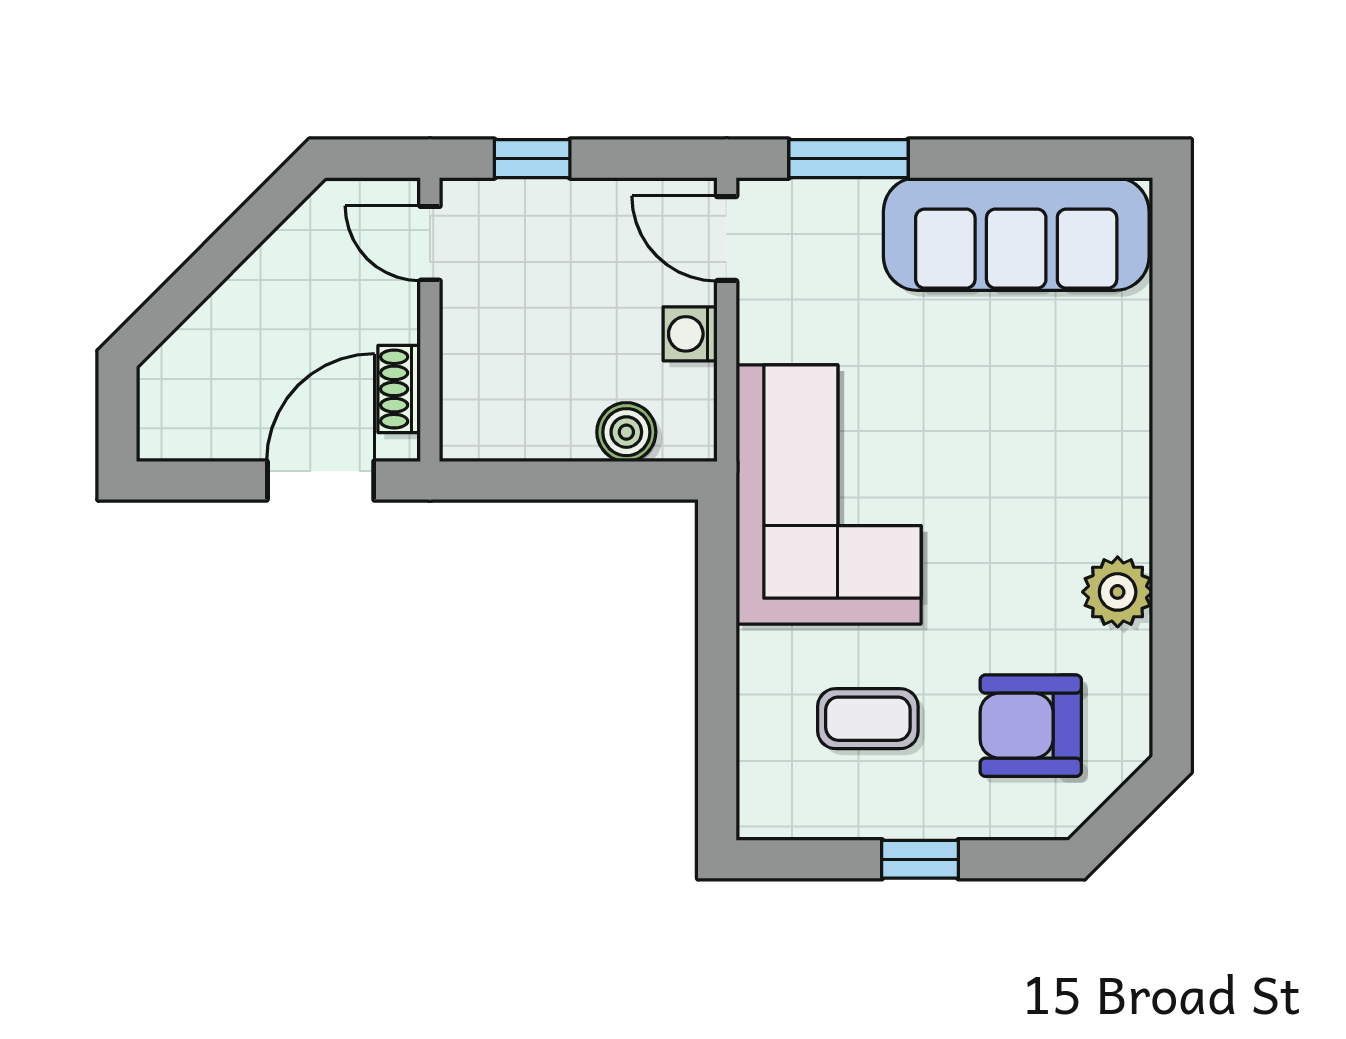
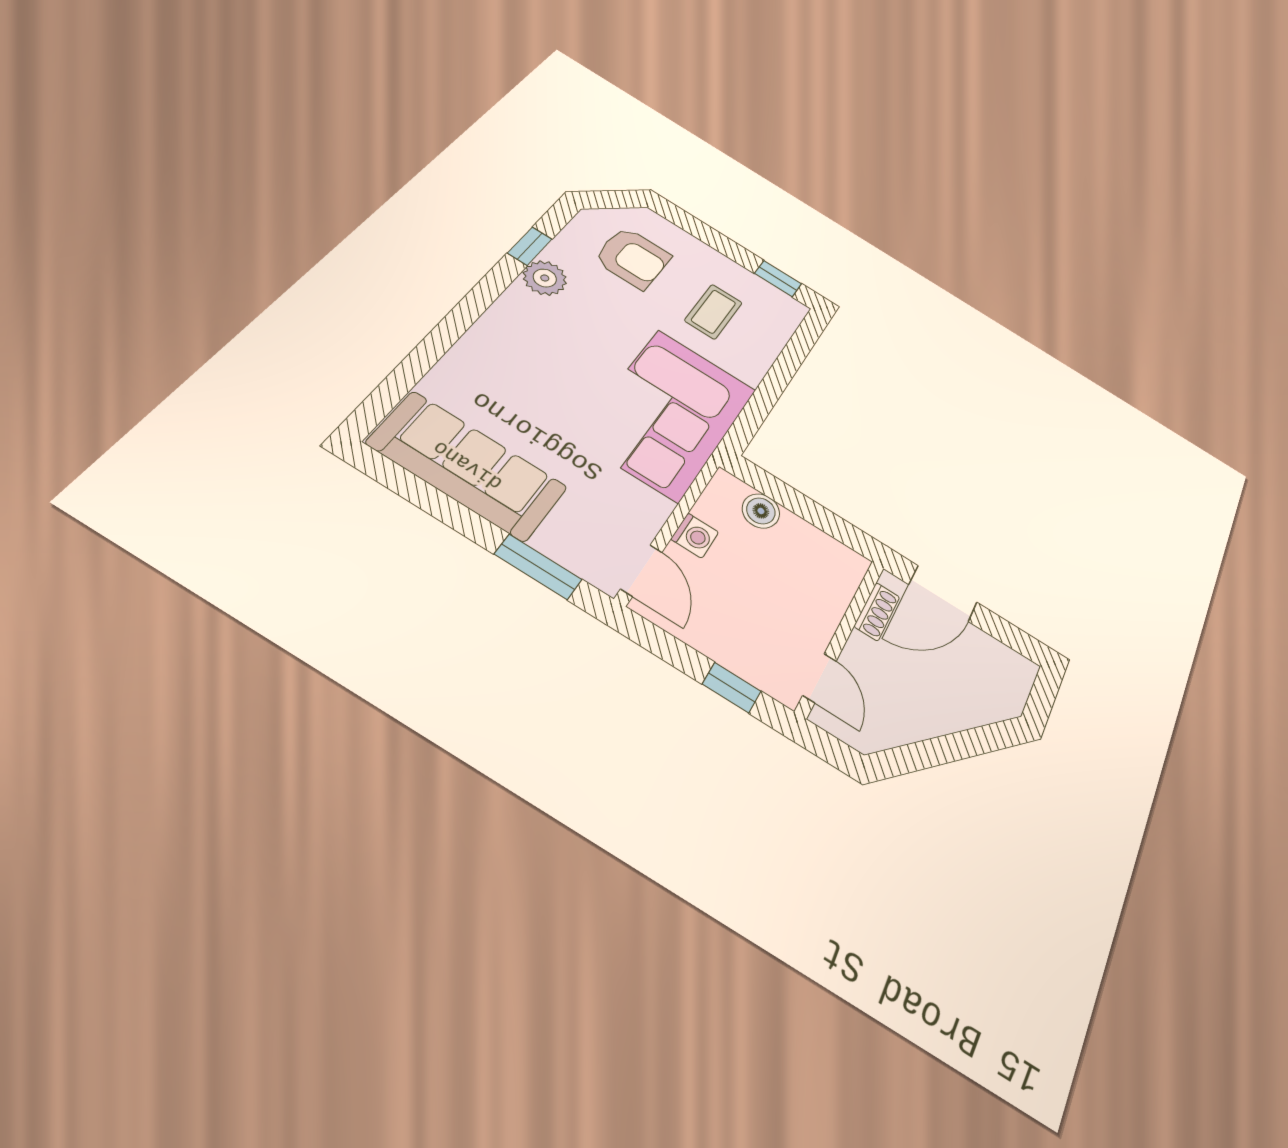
window: (1172, 631) -> (530, 246), added
coffee table: (868, 719) -> (714, 312), turned 90
window: (920, 859) -> (778, 279), moved

